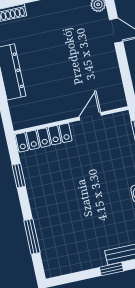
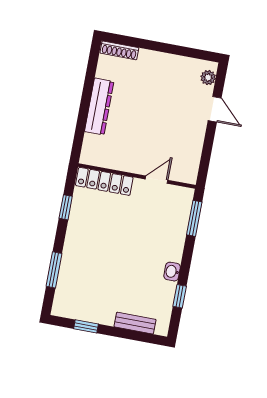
window: (111, 269) -> (86, 326), moved

